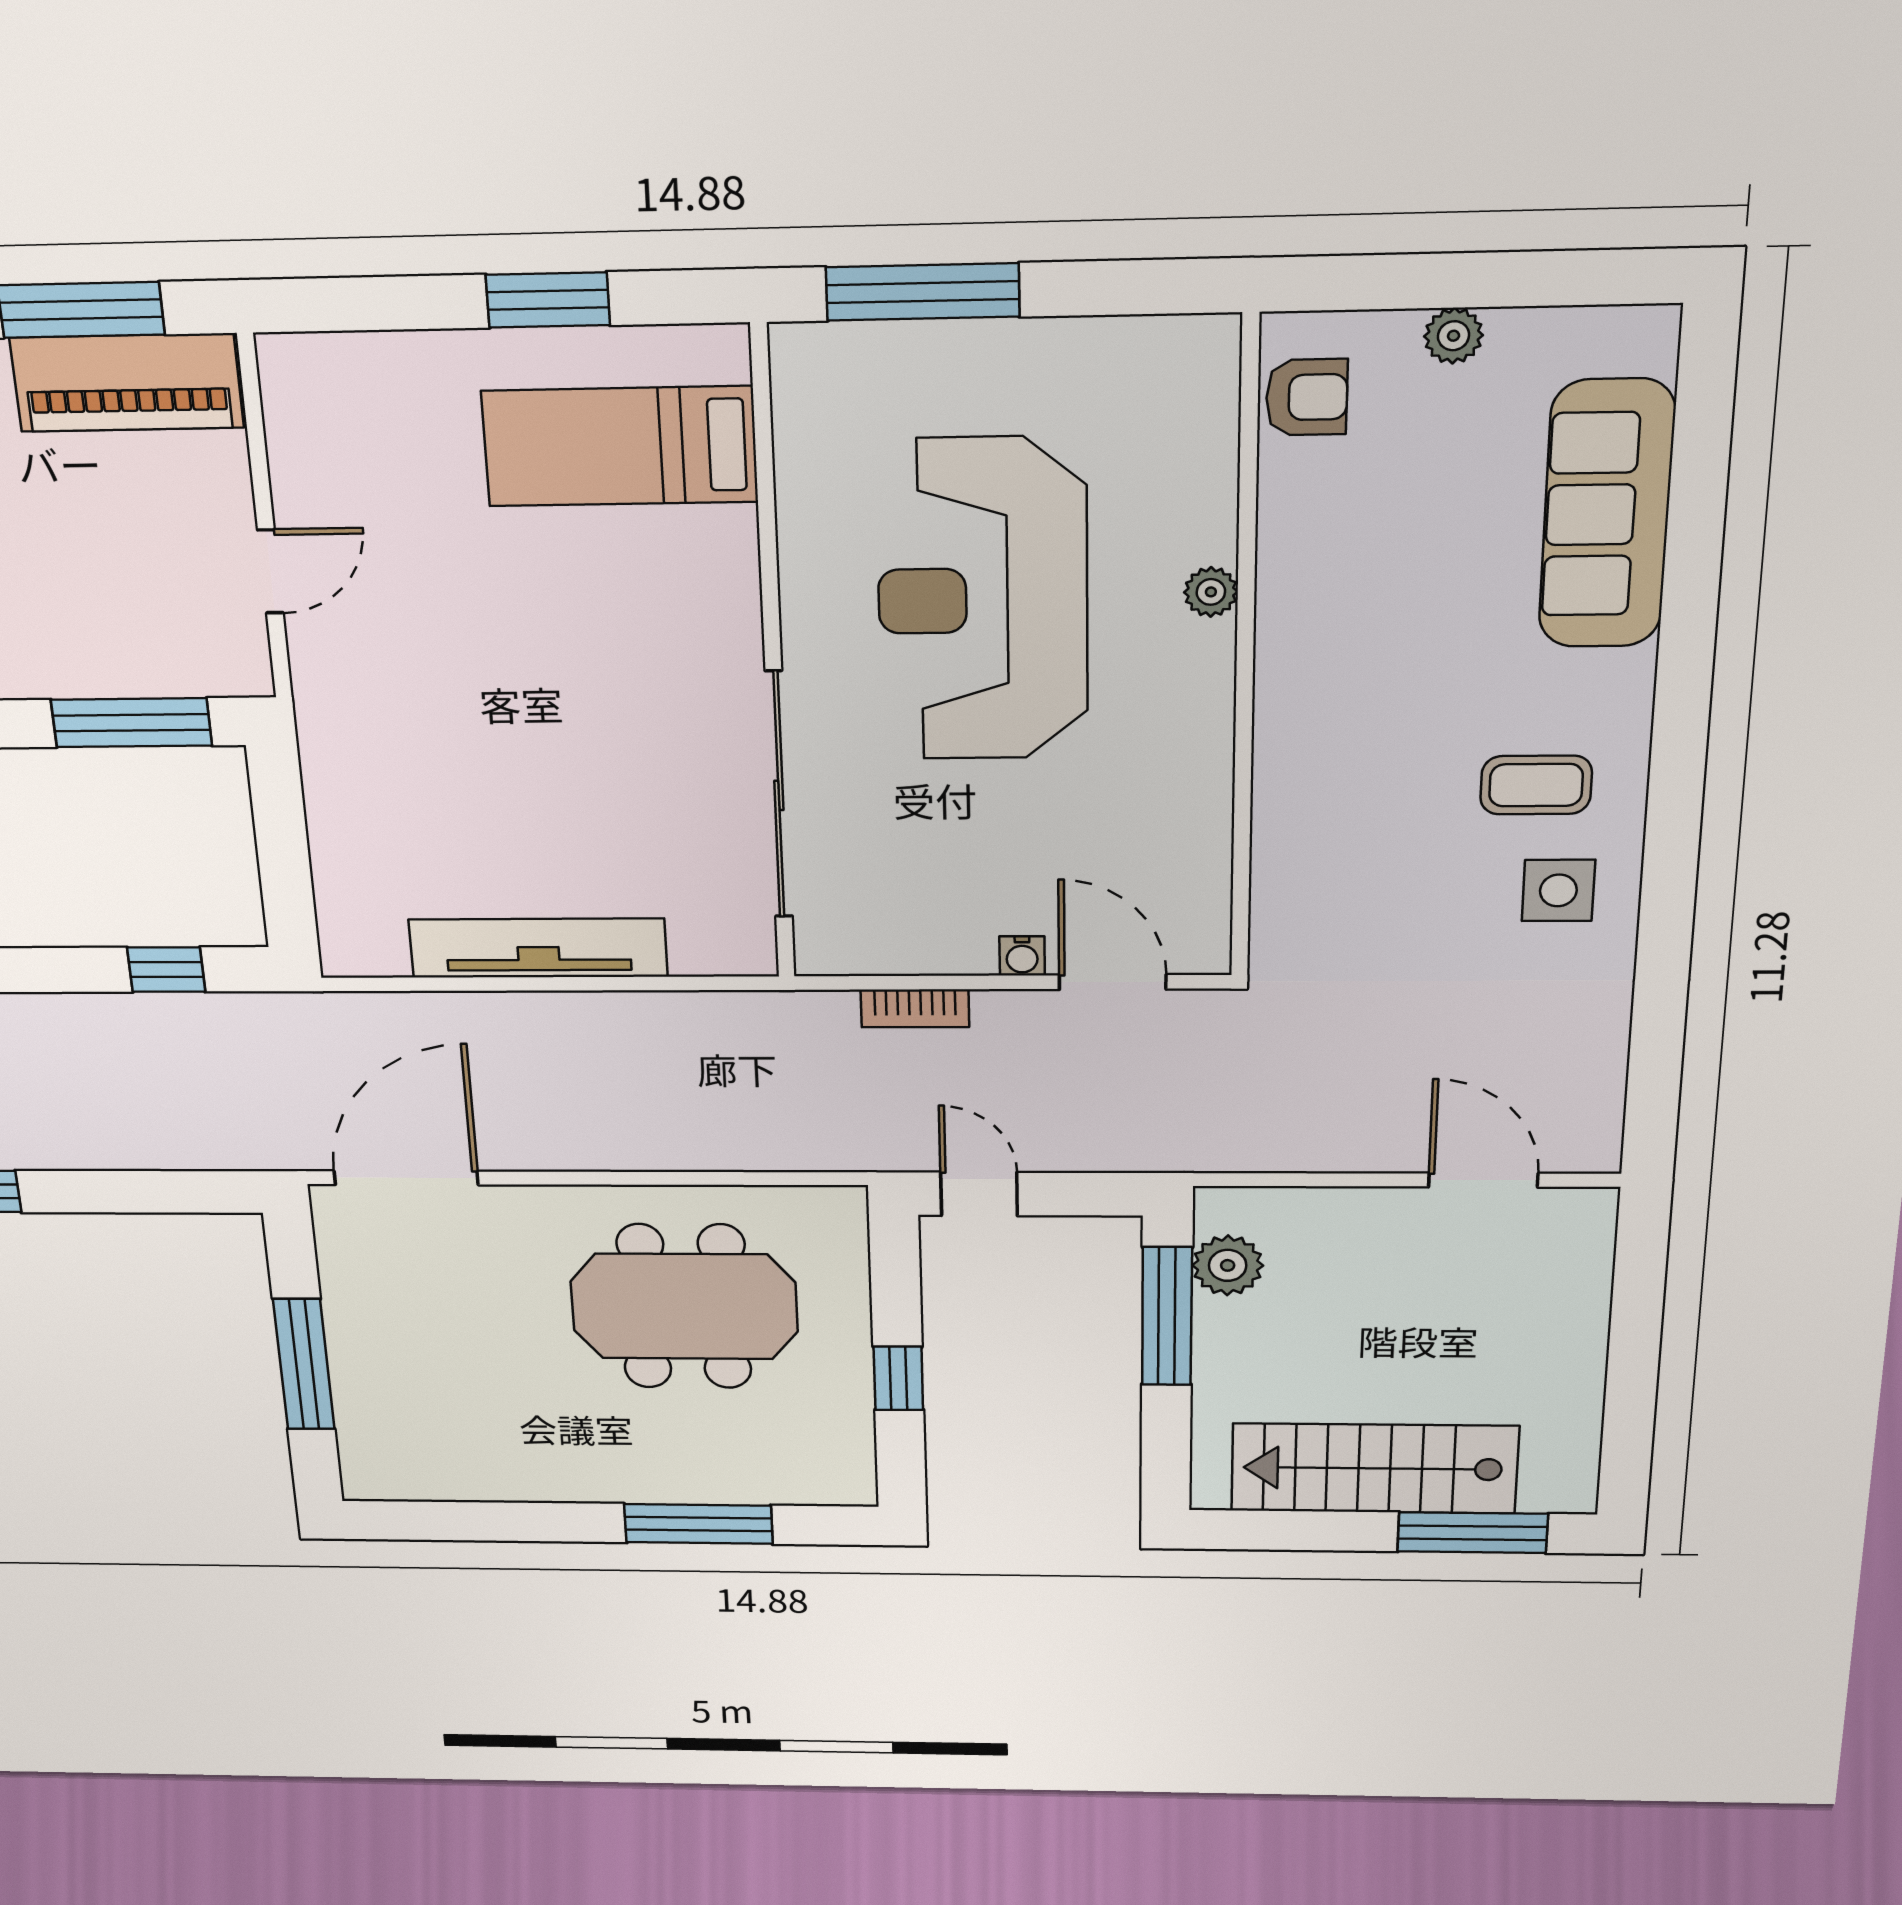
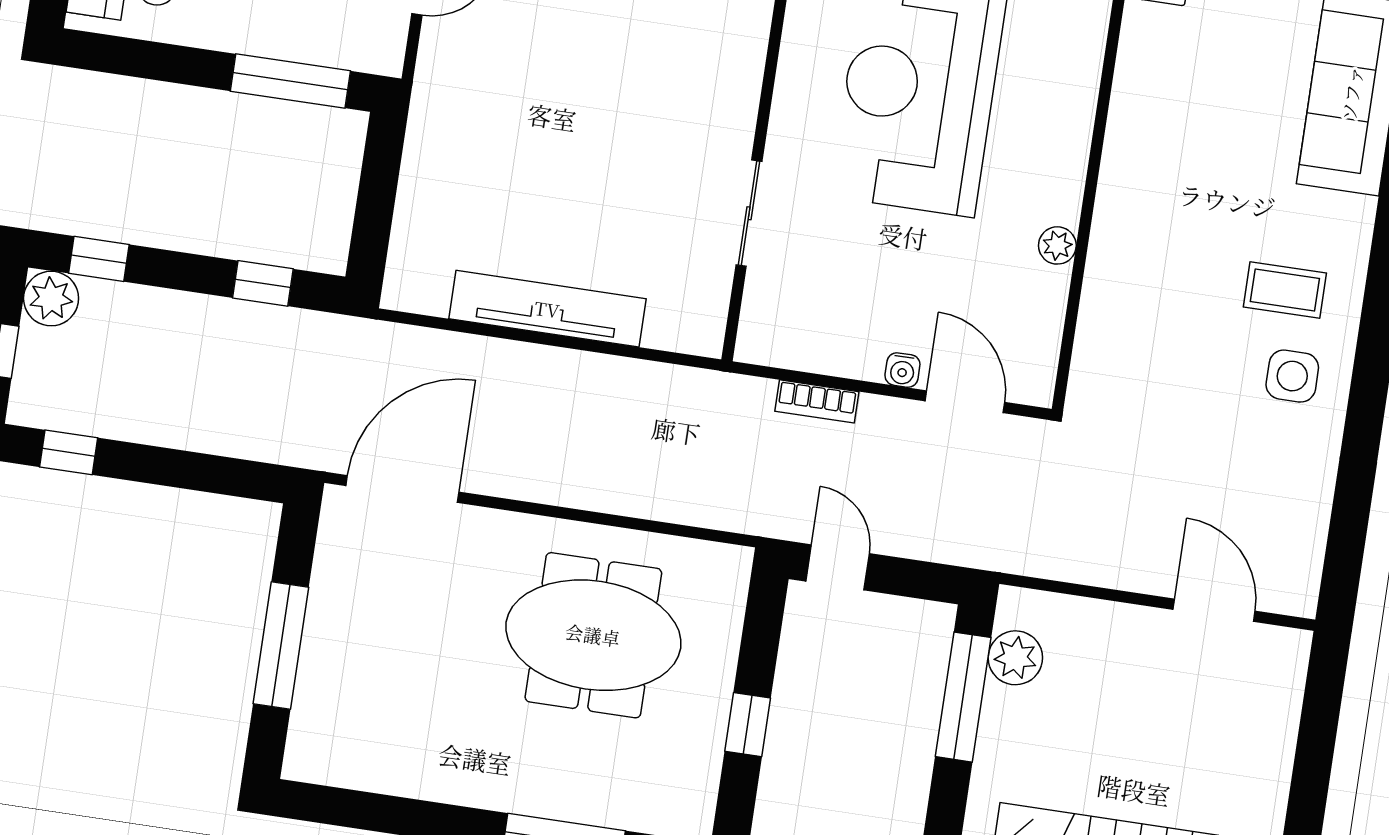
plant: (1211, 592) -> (1057, 245), moved
sliding door: (779, 795) -> (749, 213), width x0.54

